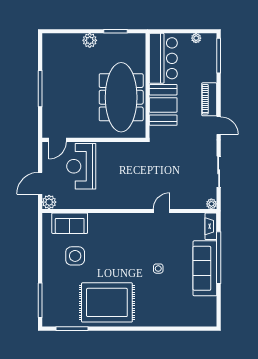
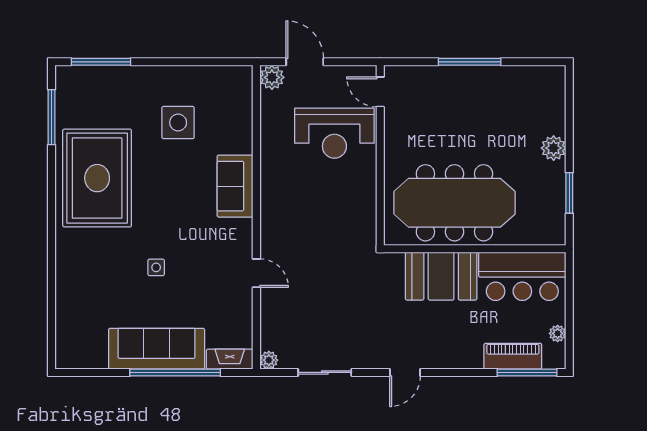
piano: (209, 99) -> (513, 356), moved
reception desk: (81, 166) -> (334, 133), turned 180
sofa: (70, 223) -> (235, 186), moved

